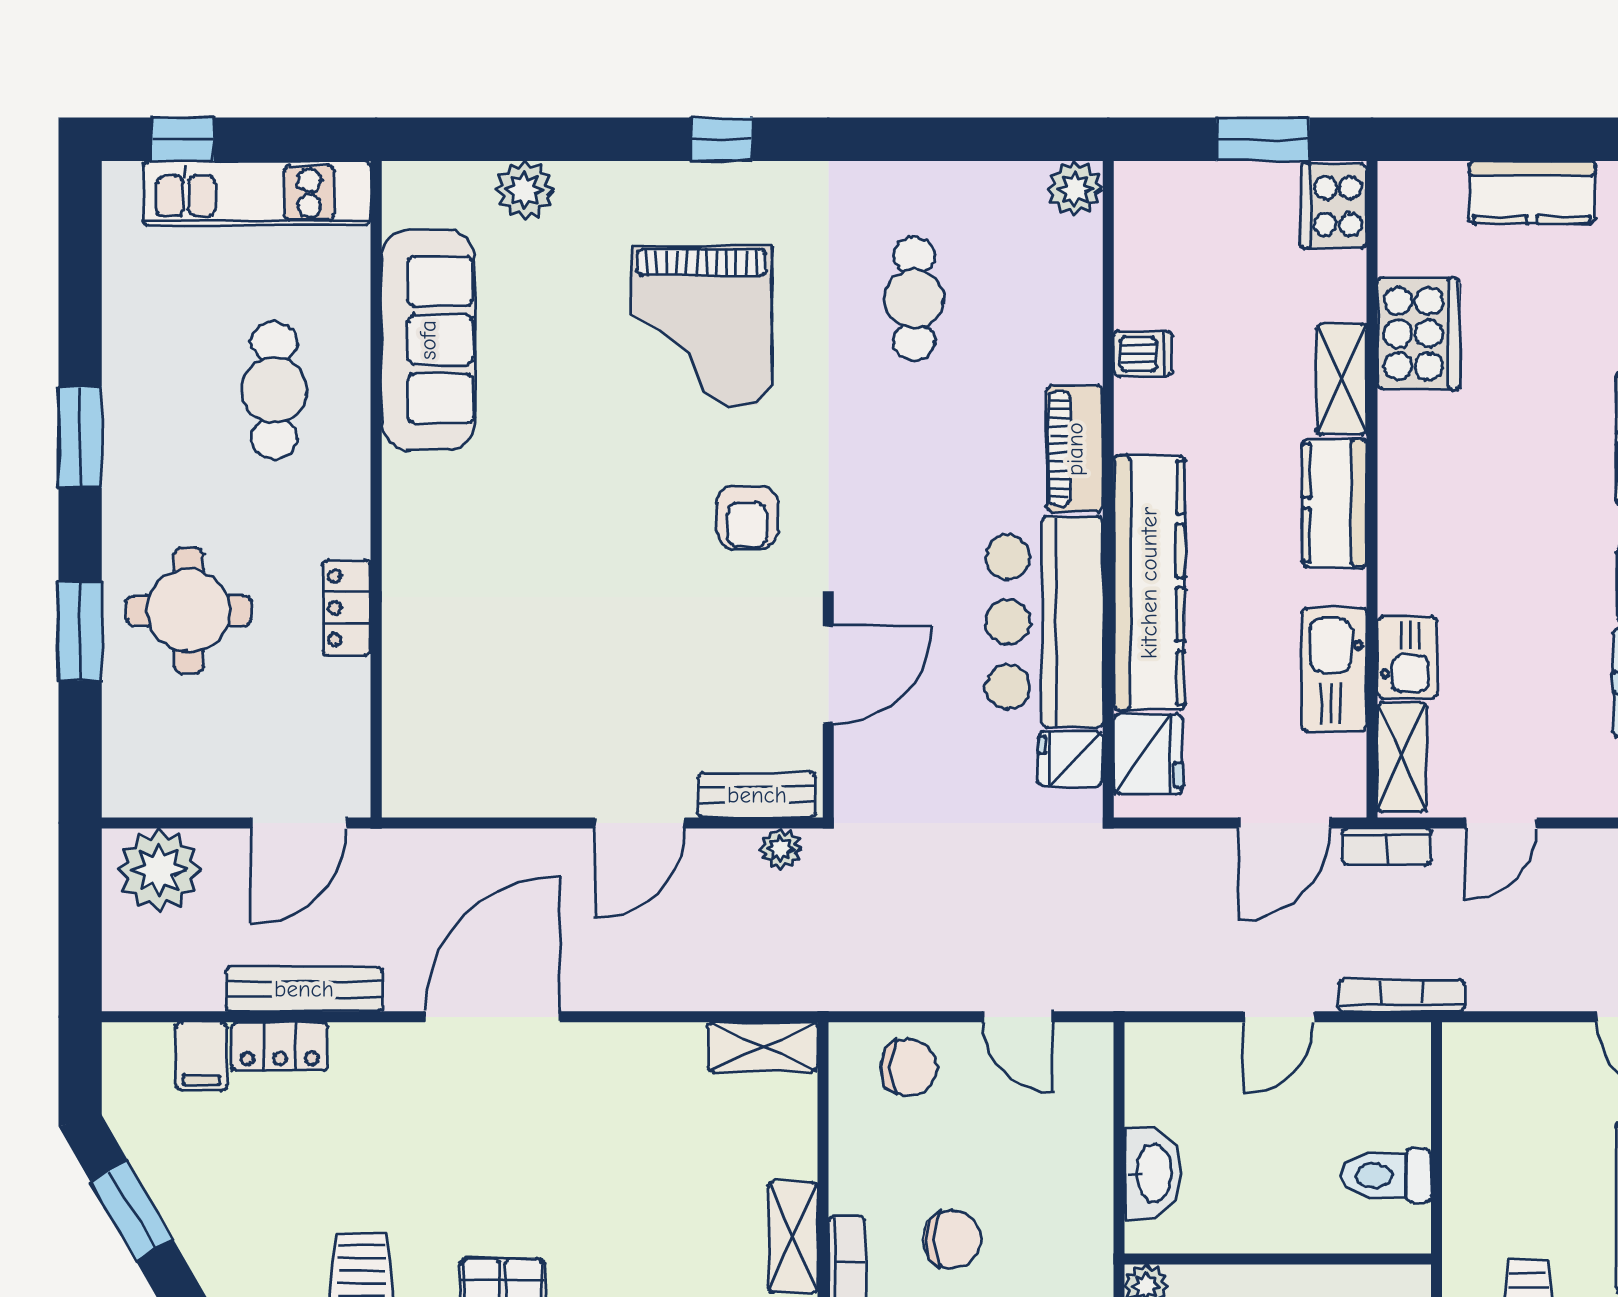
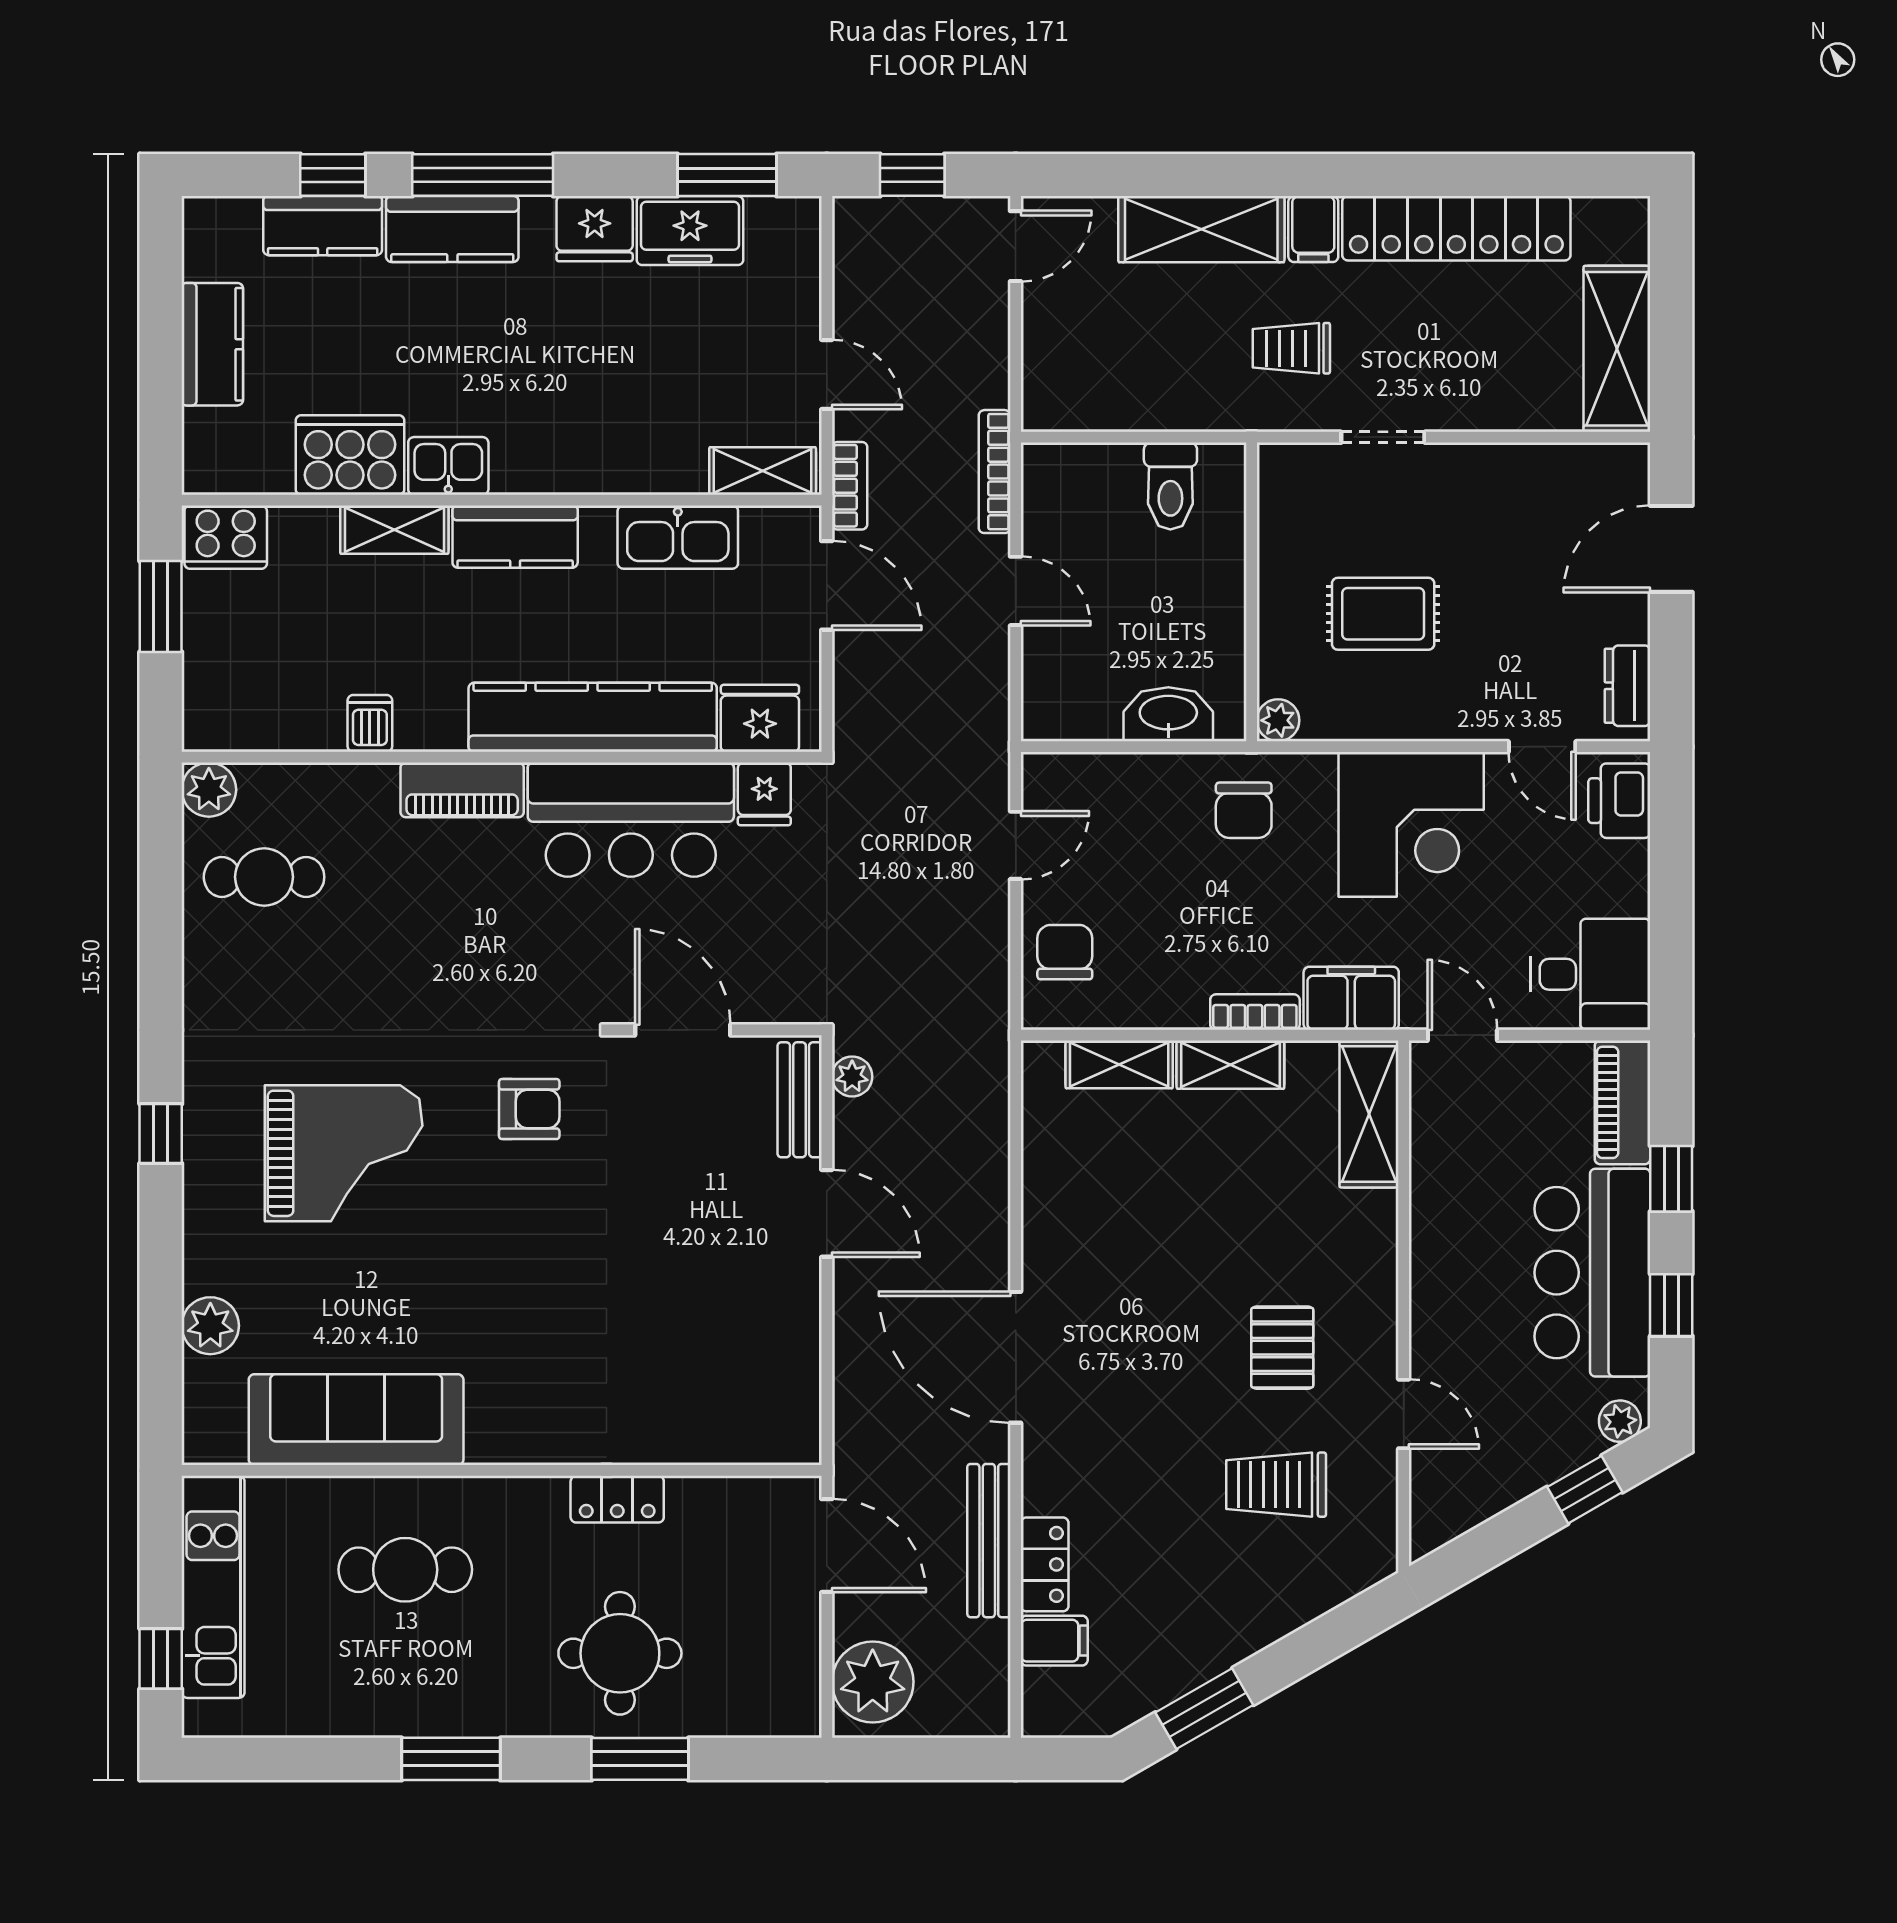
cafe table: (914, 299) -> (264, 877), moved
kitchen sink: (1407, 657) -> (448, 466), moved
shelving: (763, 1047) -> (1119, 1064), moved, turned 90
chair: (952, 1239) -> (1244, 810), moved, turned 180

